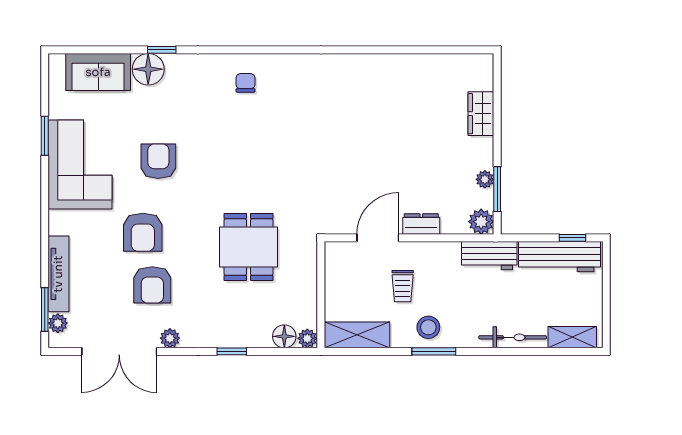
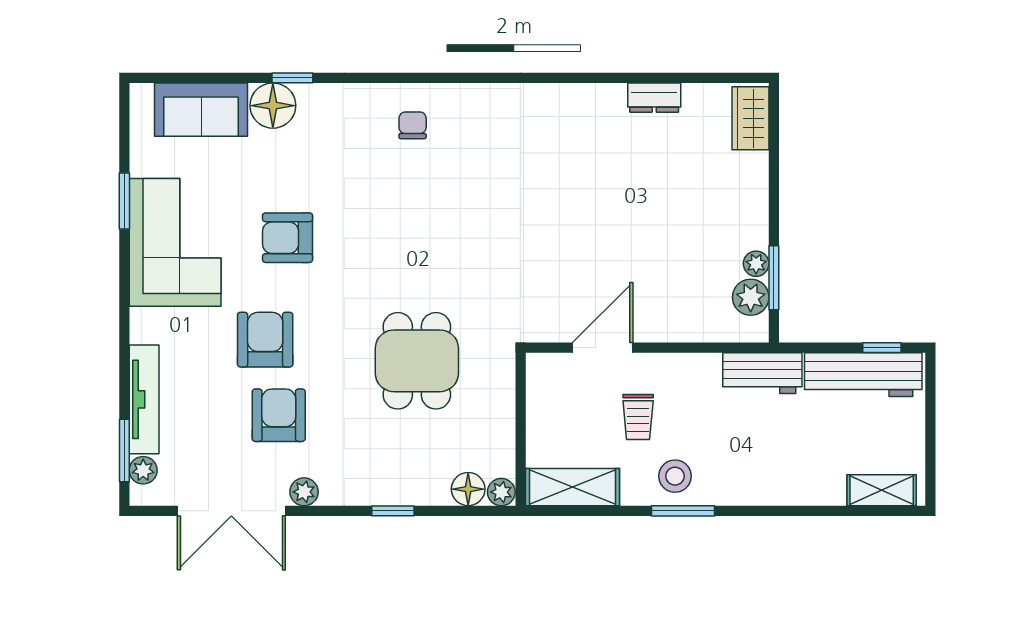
wardrobe: (481, 114) -> (751, 118), moved
armchair: (158, 161) -> (287, 238), turned -90
plant: (481, 222) -> (751, 297), moved
dresser: (421, 224) -> (654, 98), moved, turned 180
armchair: (143, 232) -> (265, 340), turned 180
armchair: (152, 285) -> (279, 415), turned 180
bicycle: (513, 337) -> (796, 490), removed

